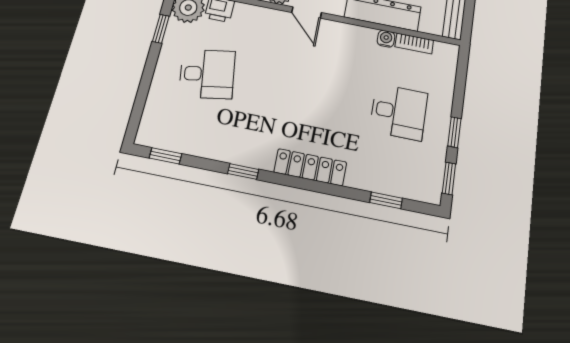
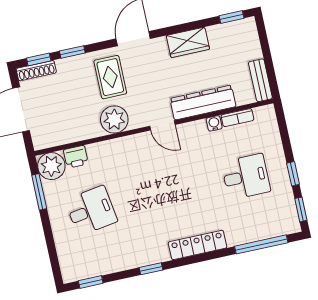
door: (307, 12) -> (162, 125), moved
window: (161, 29) -> (39, 192), width x1.50
window: (386, 200) -> (261, 244), width x2.17

